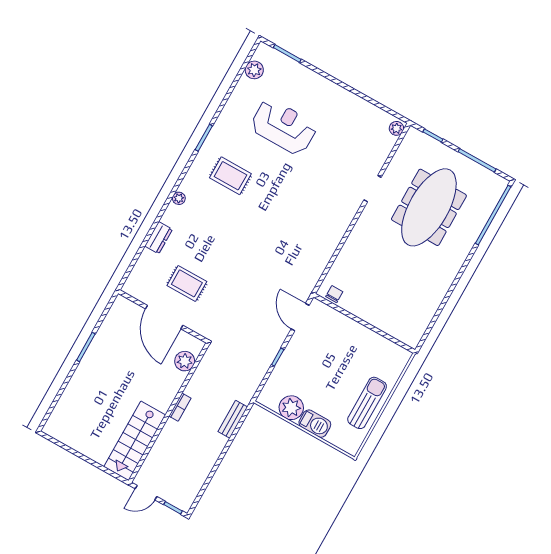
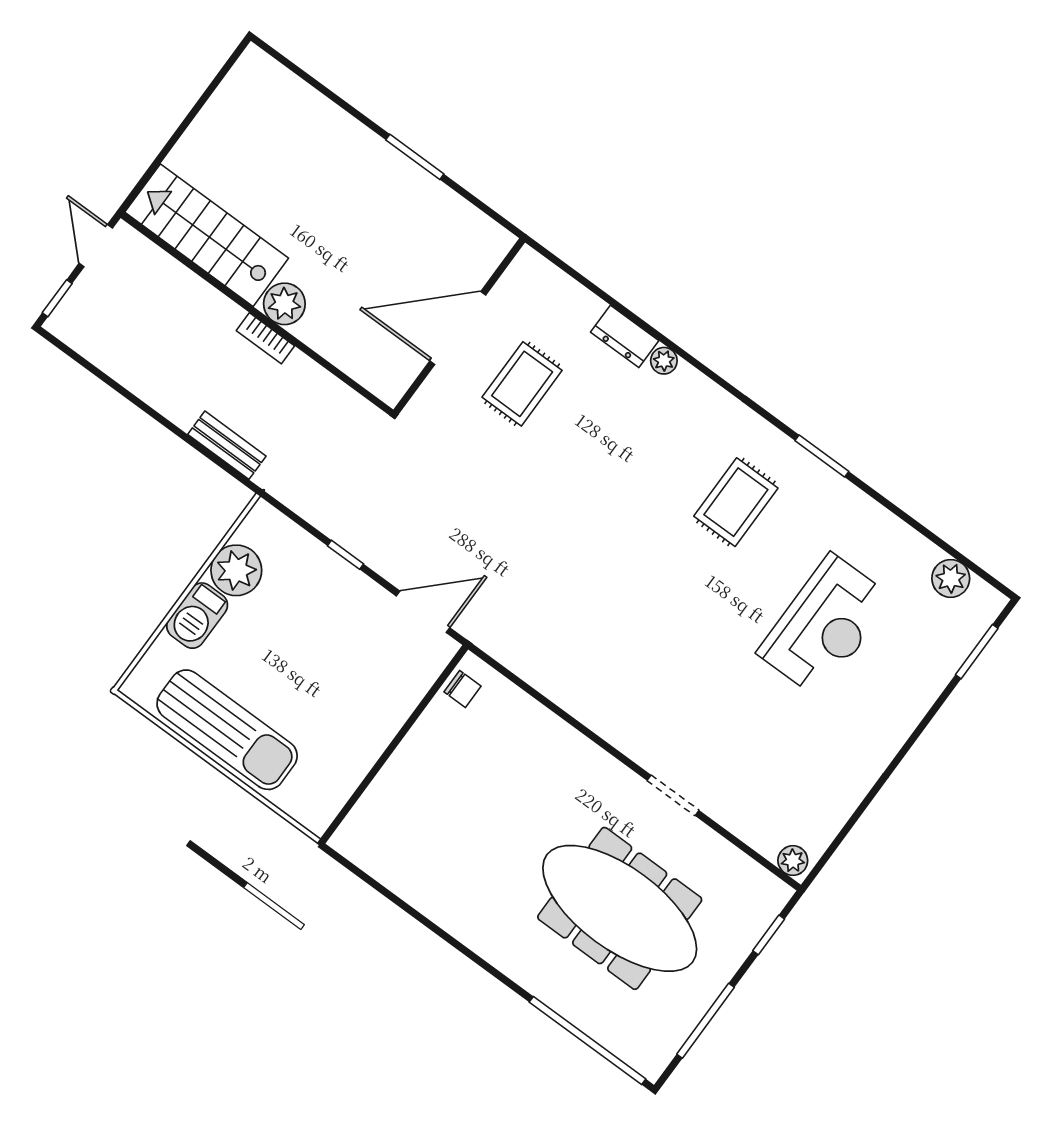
plant: (179, 198) -> (664, 361), moved
plant: (185, 361) -> (284, 304), moved
sun lounger: (367, 403) -> (227, 730), width x1.36, depth x1.34

